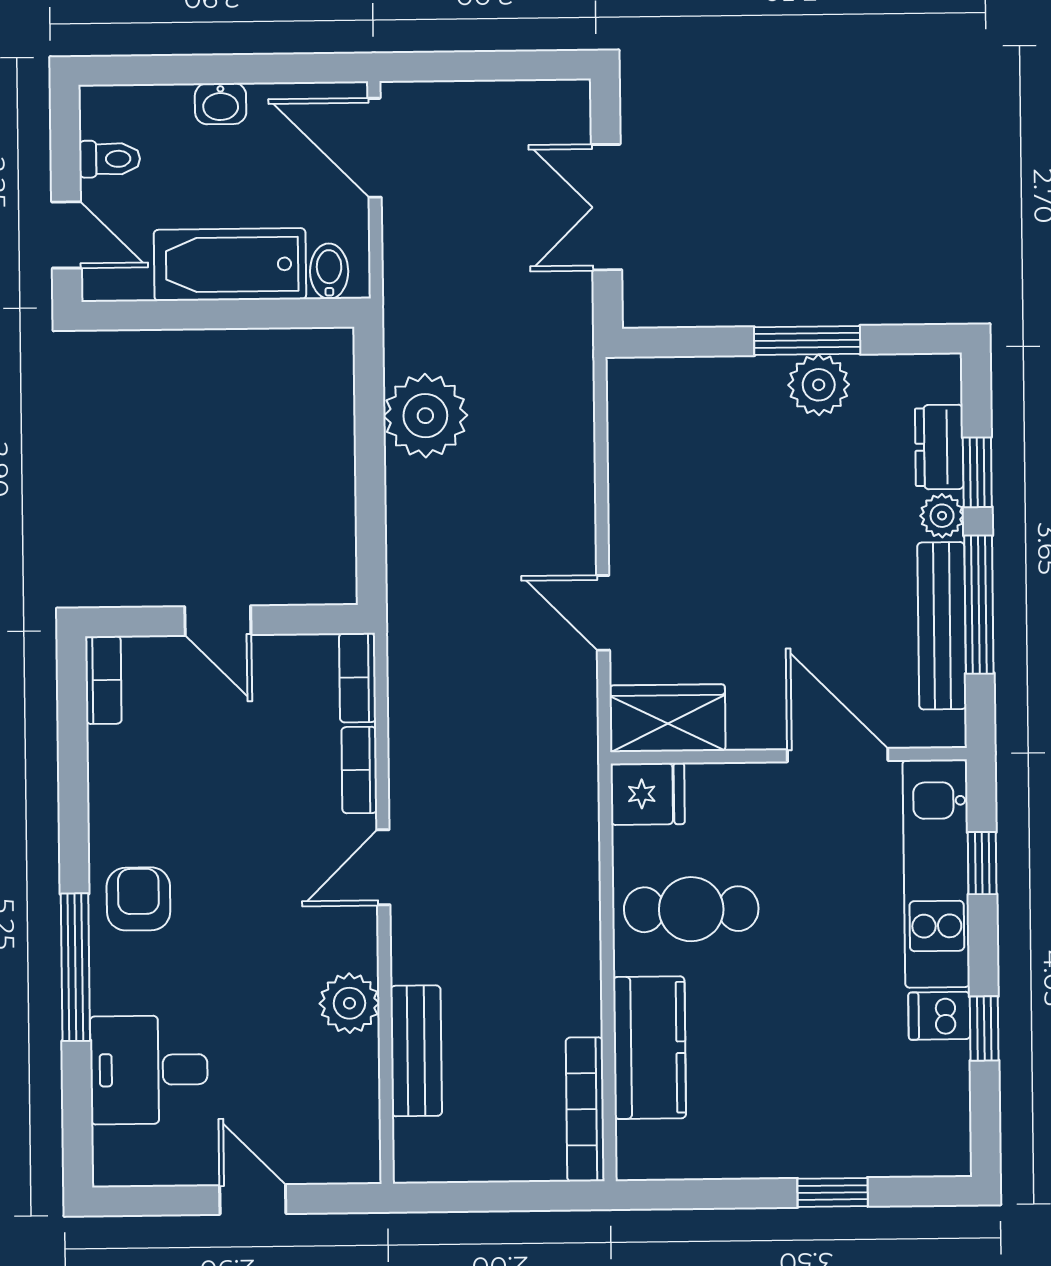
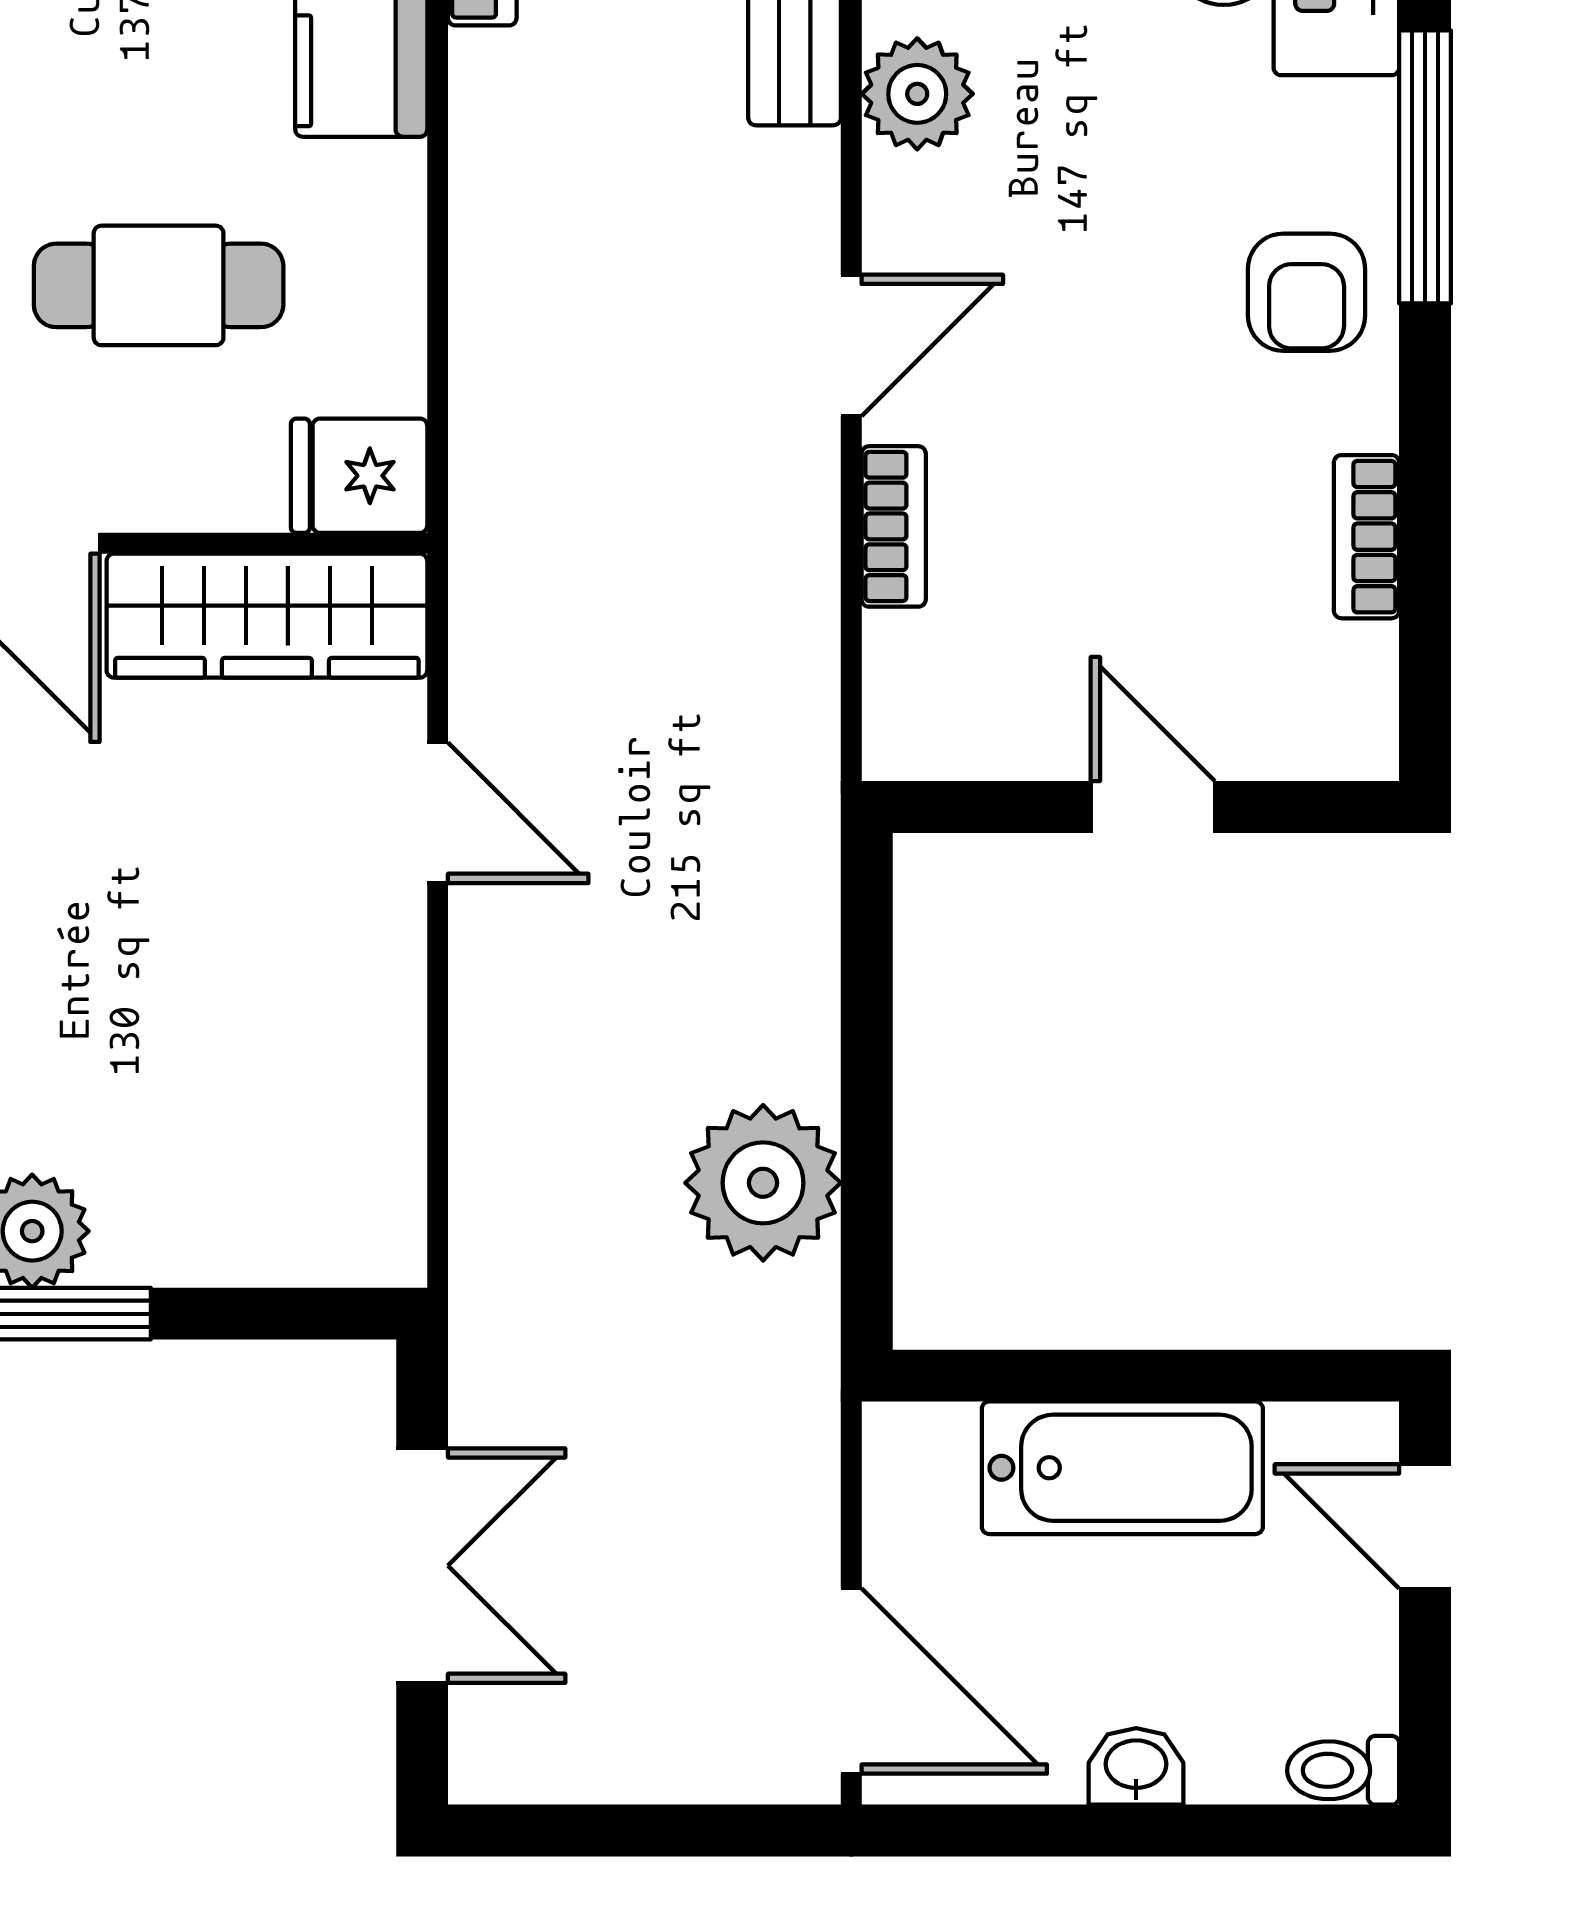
toilet: (110, 159) -> (1343, 1770), moved
bidet: (329, 271) -> (938, 1453), removed
bookcase: (358, 678) -> (895, 698), removed
bookcase: (103, 680) -> (1367, 537), moved
wardrobe: (668, 718) -> (267, 616), width x1.50
cafe table: (691, 909) -> (159, 285), moved

